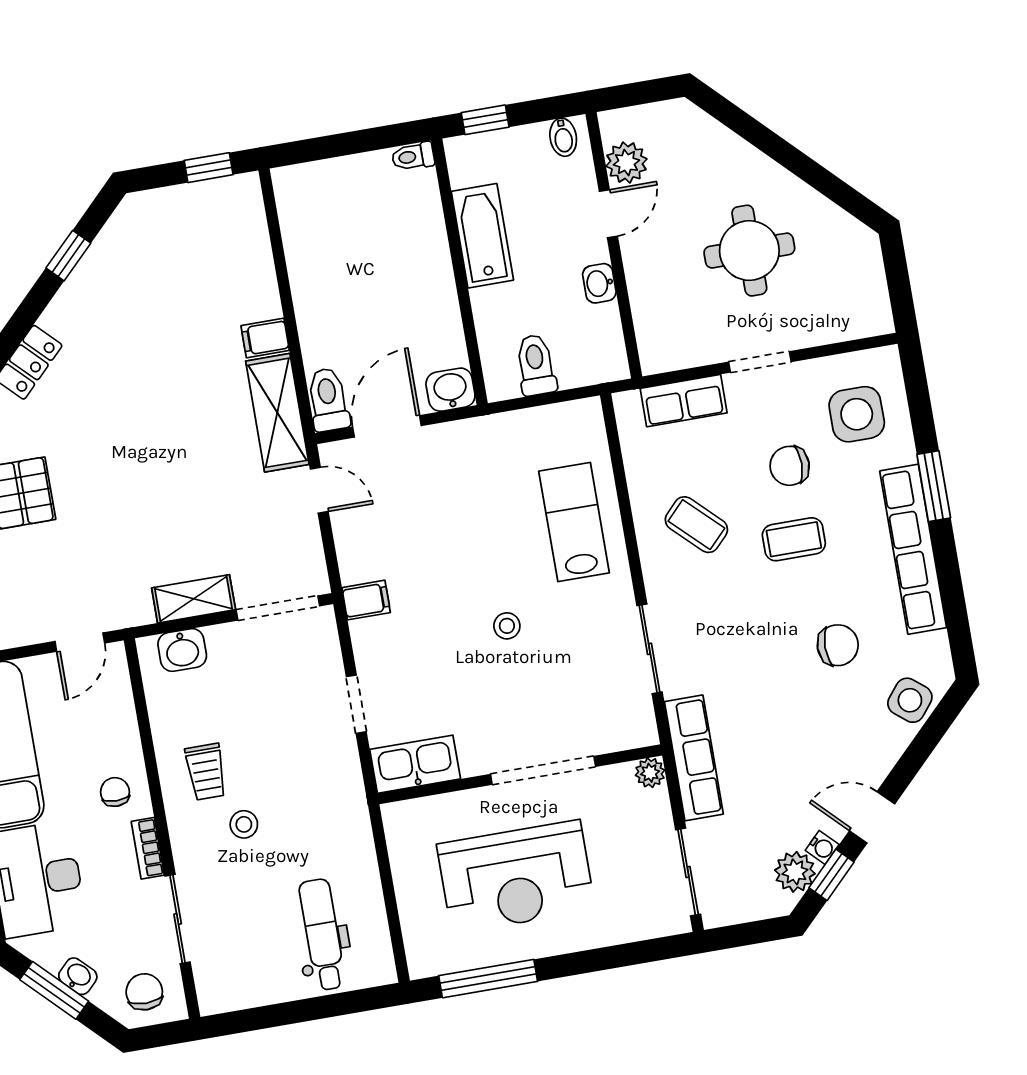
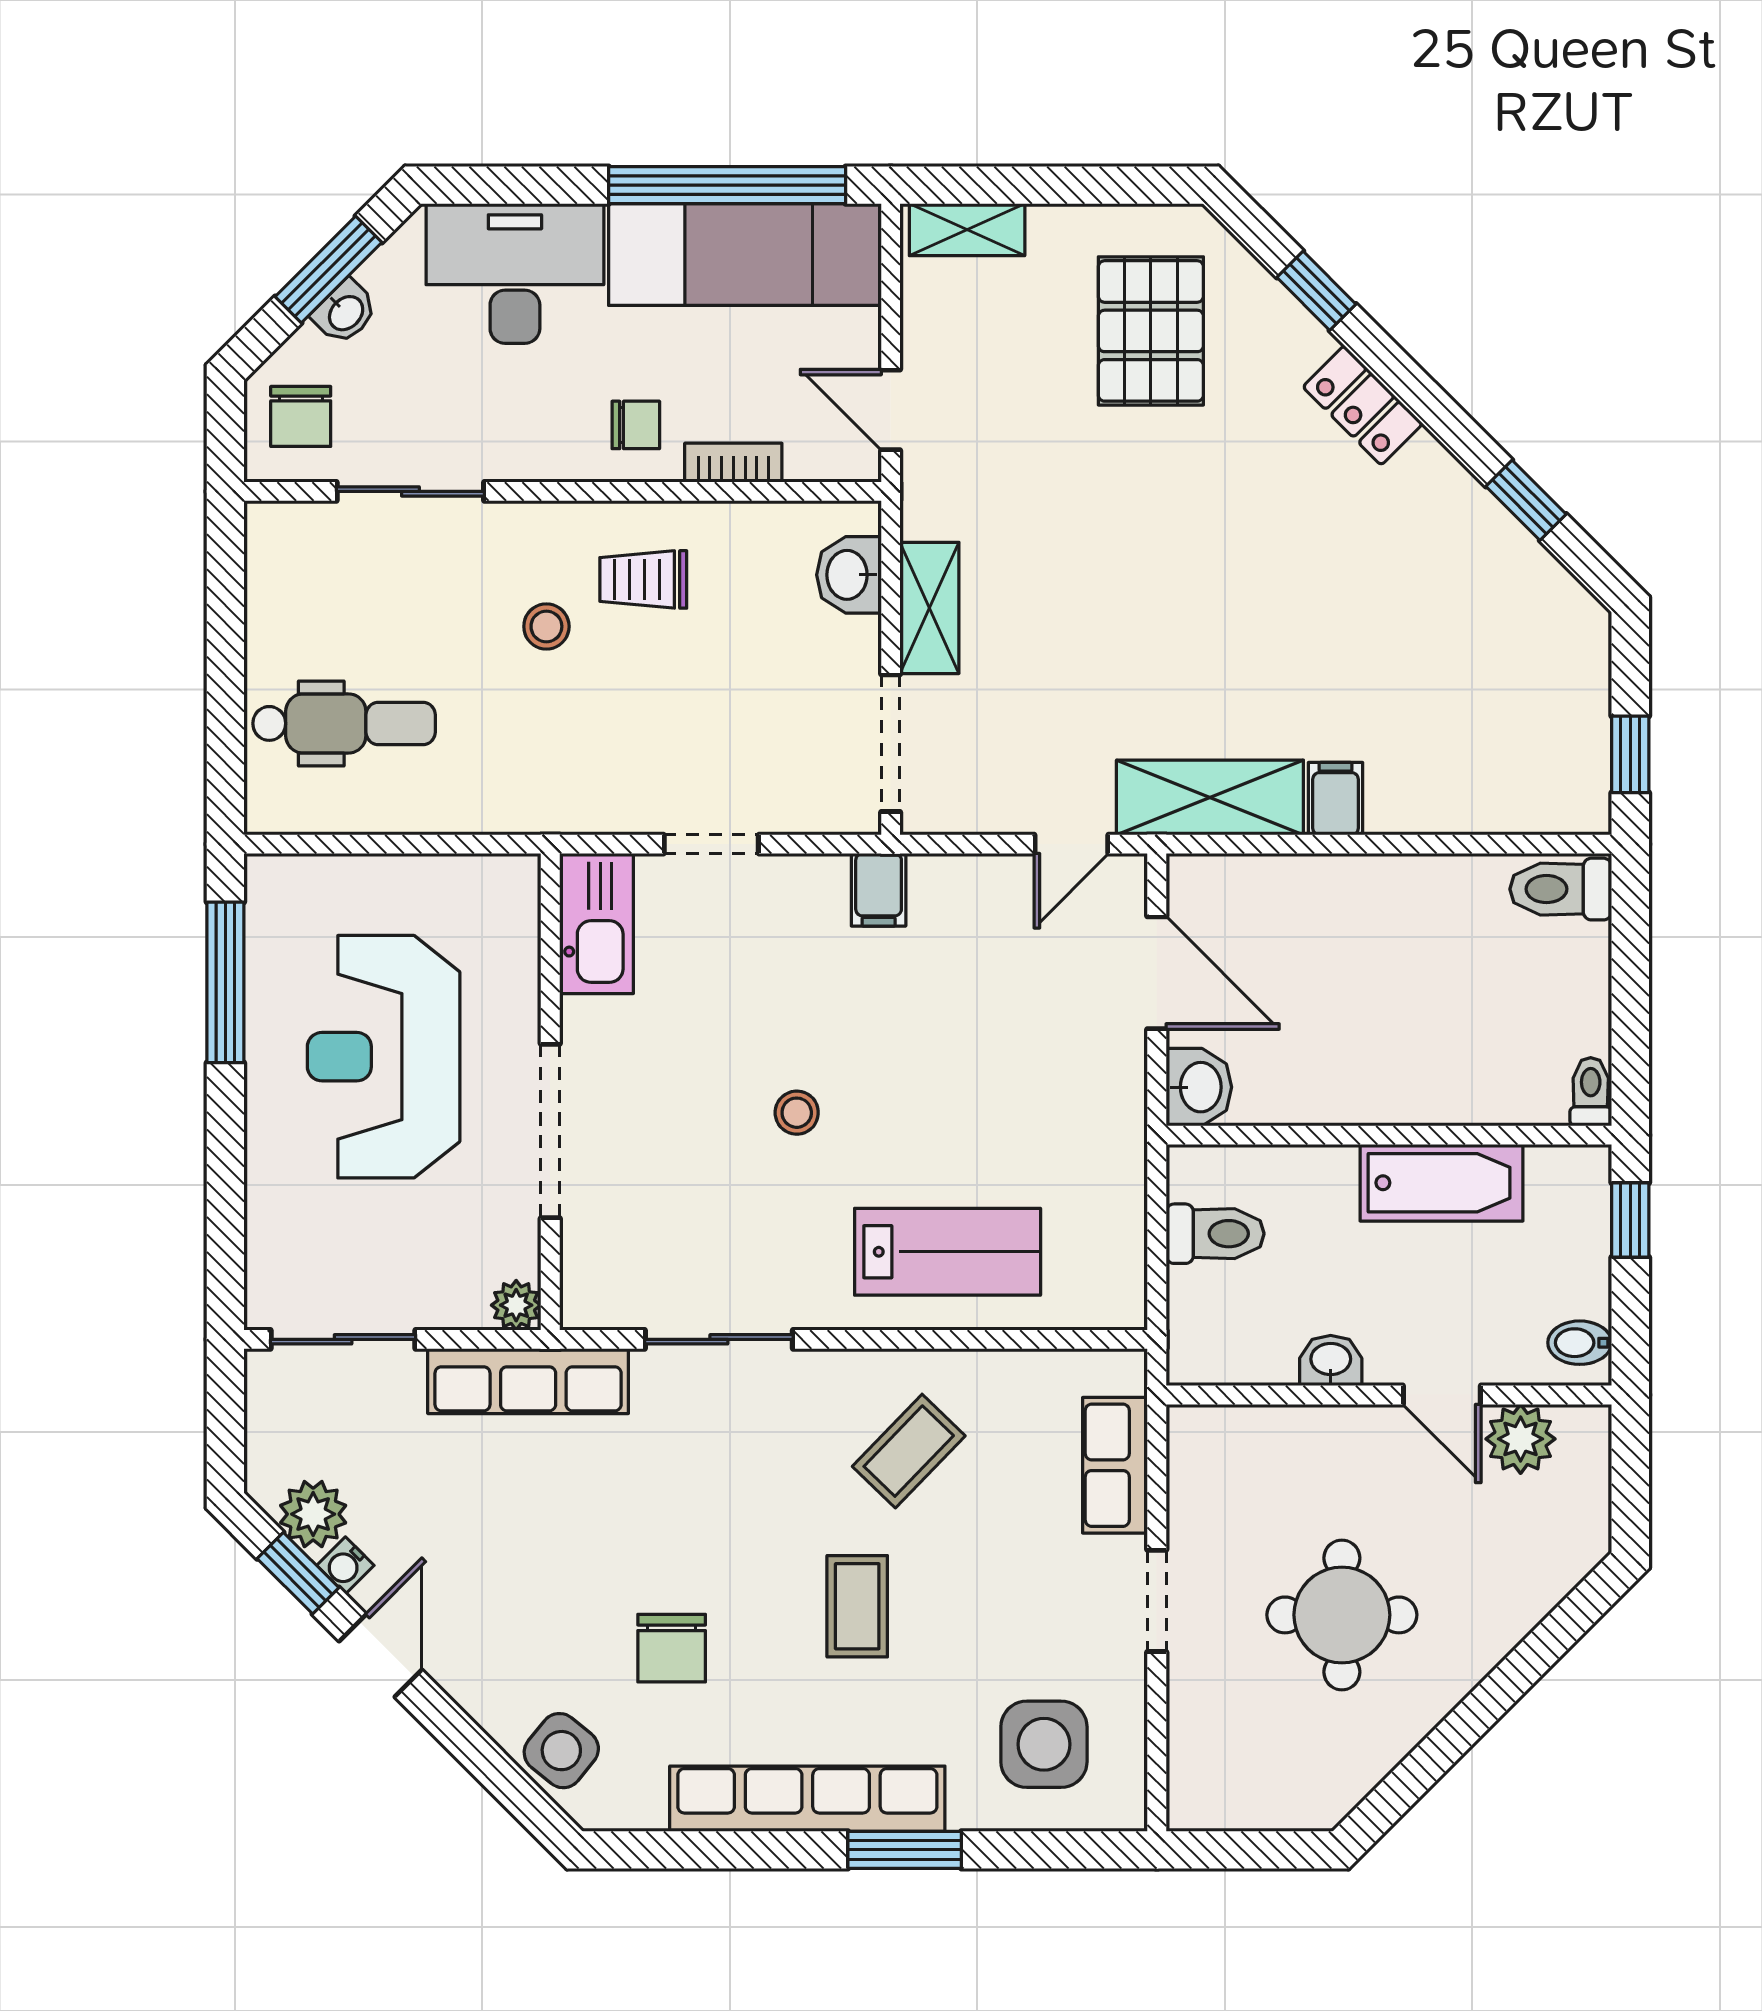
toilet: (328, 400) -> (1561, 889), moved, turned 180
chair: (790, 466) -> (979, 1620), removed
bookcase: (148, 848) -> (733, 463), moved
chair: (144, 992) -> (301, 416), turned 90

